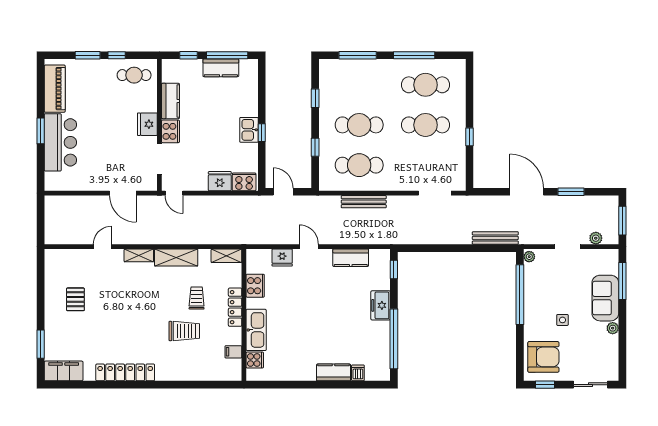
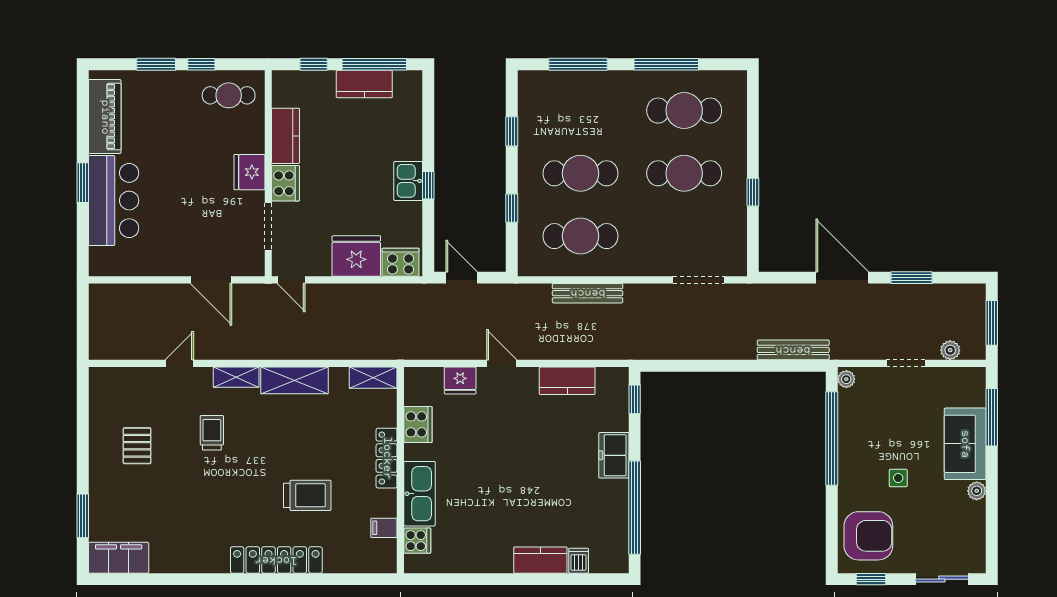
fridge: (220, 181) -> (356, 256), width x1.36, depth x1.34
trolley: (197, 298) -> (212, 433), moved
locker: (125, 372) -> (276, 560), moved

